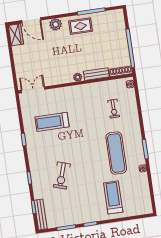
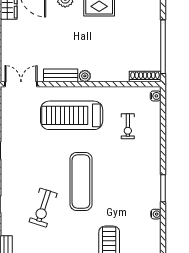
bench: (96, 74) -> (61, 75), moved
treadmill: (52, 122) -> (72, 115), moved, width x1.37, depth x1.38
exercise mat: (116, 153) -> (81, 181), moved

